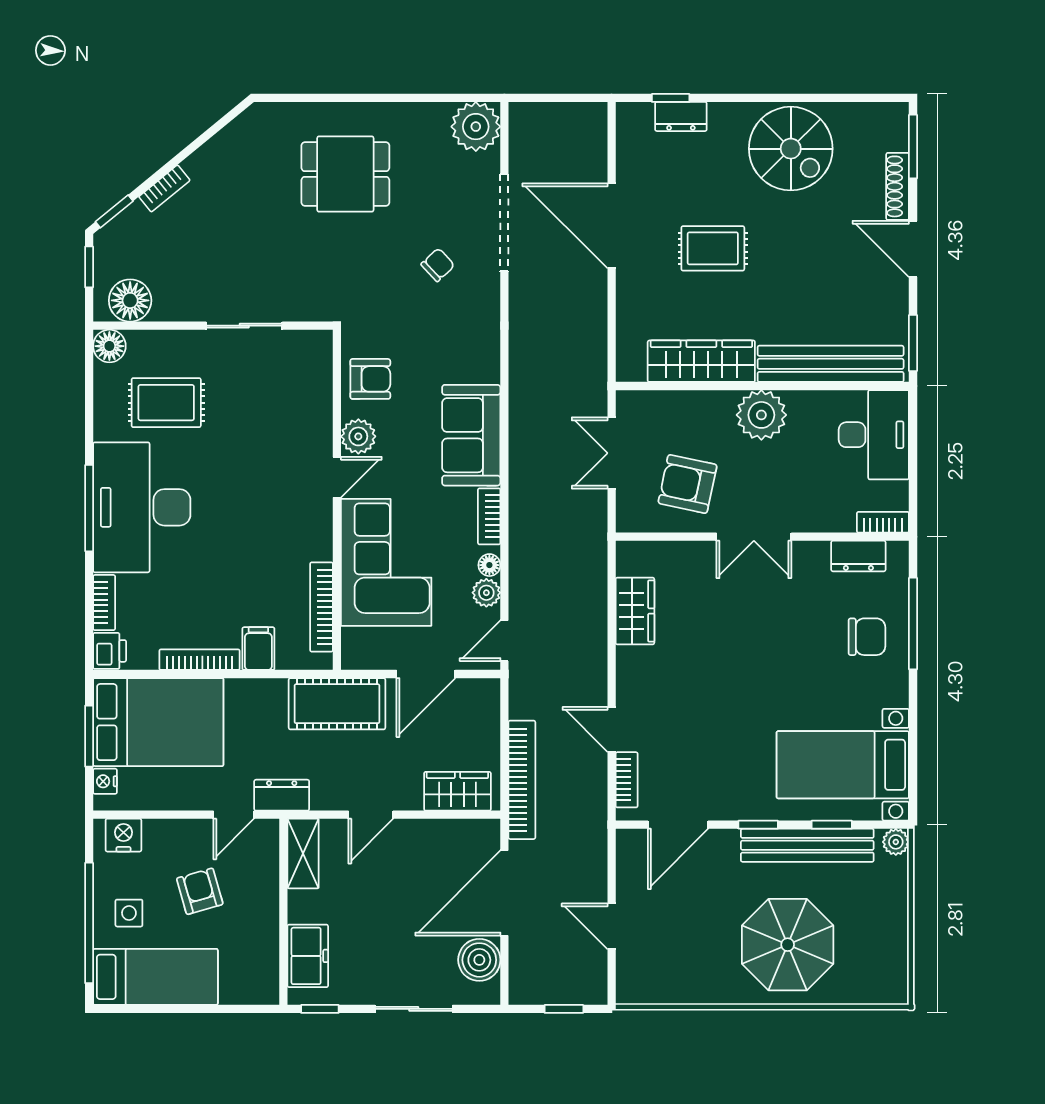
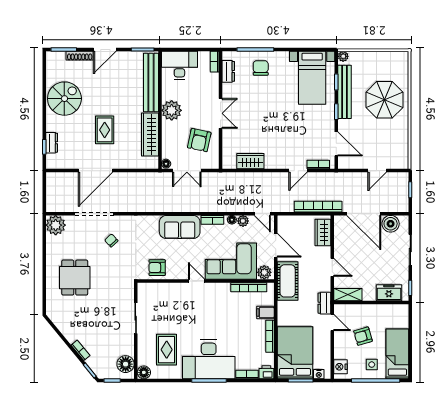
armchair: (370, 379) -> (157, 268), turned -90
floor lamp: (629, 401) -> (166, 164), added
plant: (358, 436) -> (264, 272), moved

